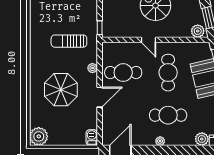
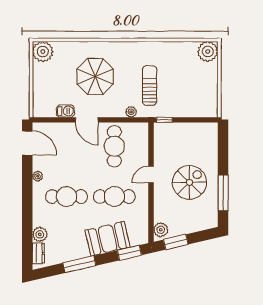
plant: (92, 68) -> (131, 112), moved
cafe table: (168, 115) -> (66, 197), turned 90
barbecue: (92, 137) -> (65, 111), moved
plant: (160, 141) -> (38, 176), moved

